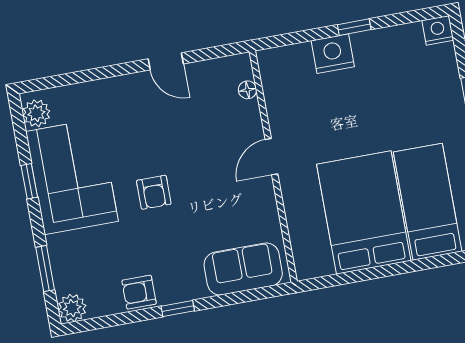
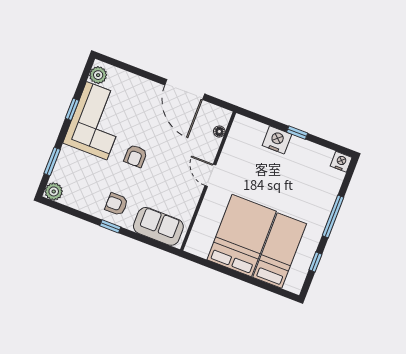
door: (166, 61) -> (185, 89), width x1.88
door: (272, 157) -> (210, 175), hinge flipped
armchair: (139, 292) -> (116, 204), moved

